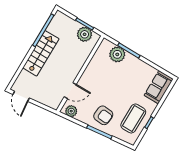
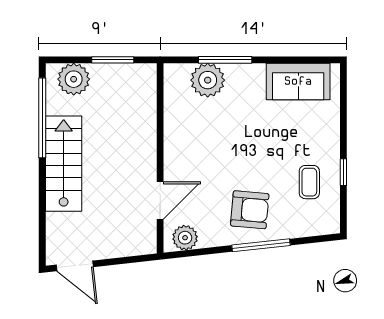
plant: (85, 34) -> (74, 79), moved
sofa: (159, 87) -> (298, 82), moved, turned -90
coffee table: (133, 119) -> (309, 182), width x0.54, depth x0.58

